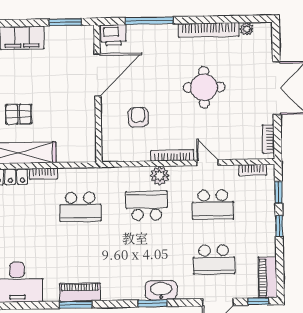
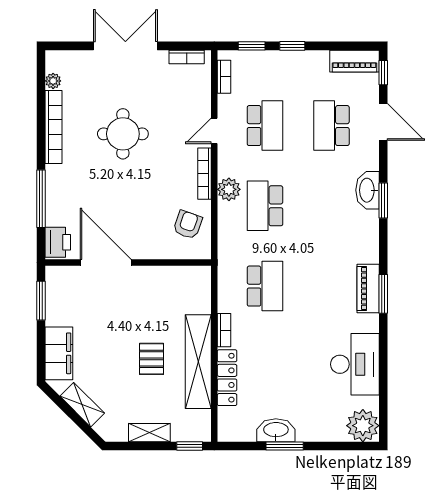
armchair: (138, 117) -> (188, 225), moved, turned 109
school desk: (214, 259) -> (331, 126), turned 180

